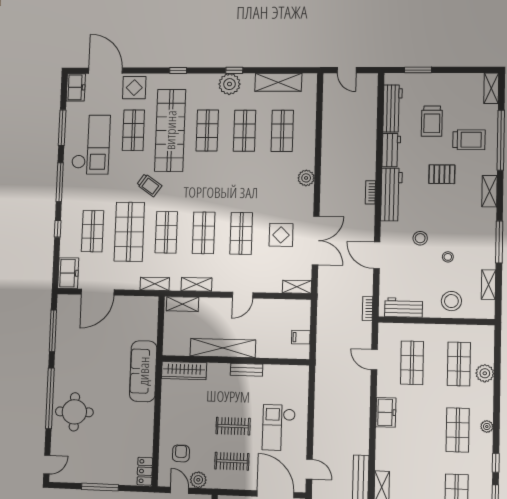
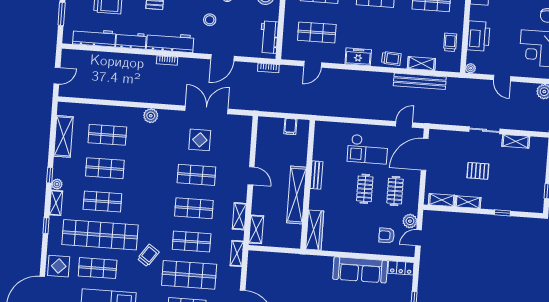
plant: (229, 84) -> (57, 184), width x0.53, depth x0.53
shelving: (297, 287) -> (56, 203), moved
sofa: (143, 371) -> (360, 270), moved
trolley: (386, 451) -> (391, 59), added

